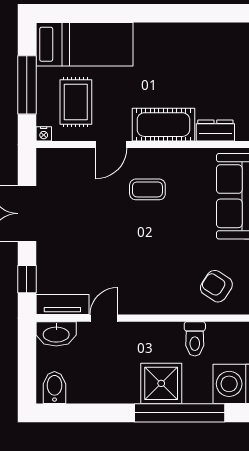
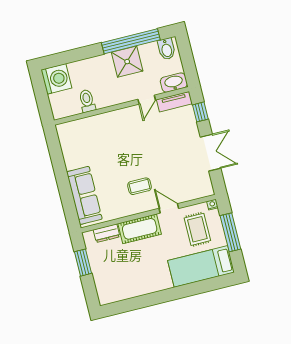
door: (111, 145) -> (169, 208), hinge flipped
armchair: (216, 286) -> (82, 137), removed
shower: (161, 383) -> (127, 62), moved
window: (180, 413) -> (131, 41), moved

